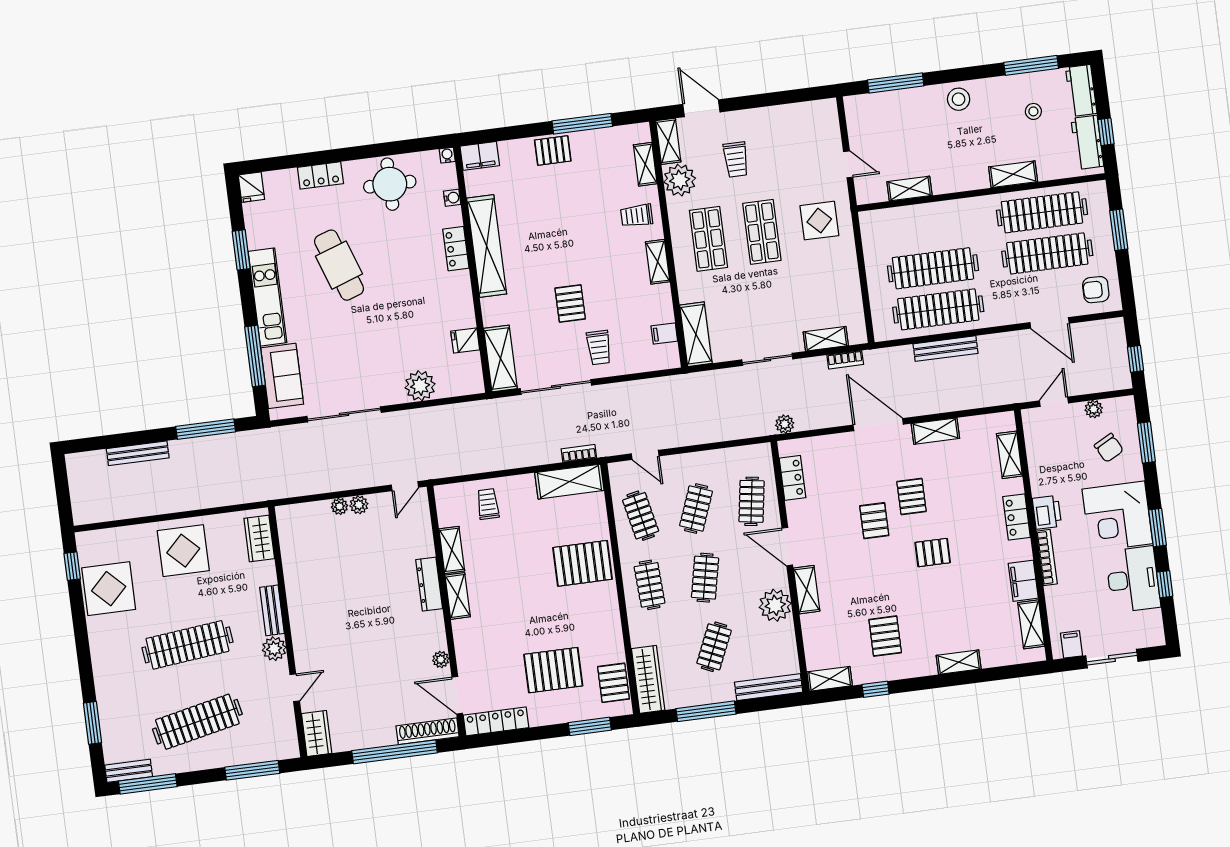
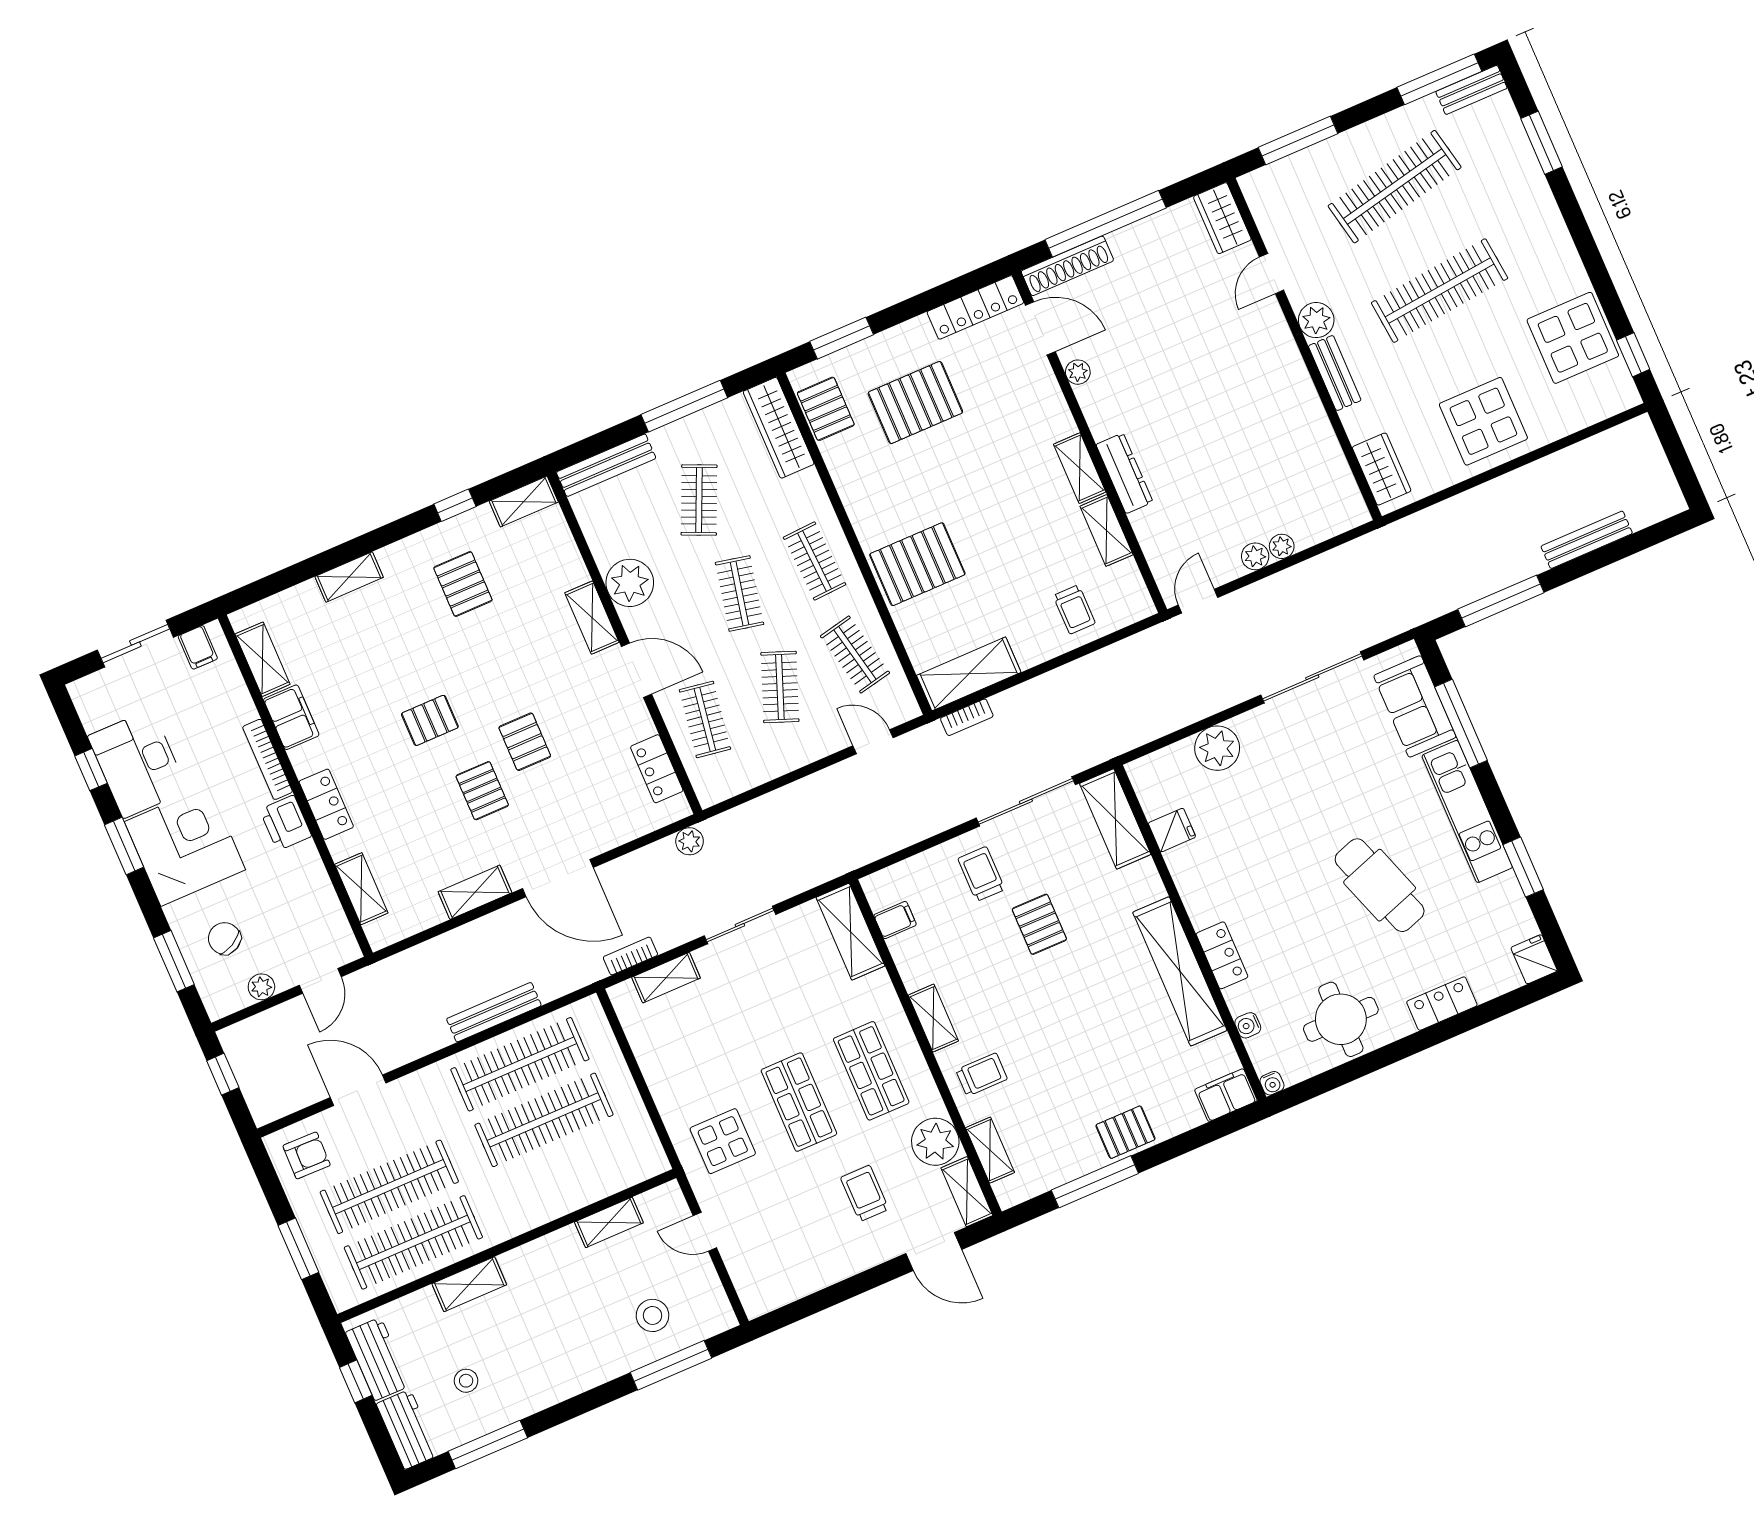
stool: (959, 99) -> (653, 1315), moved

